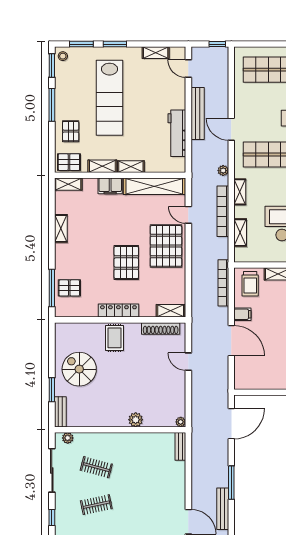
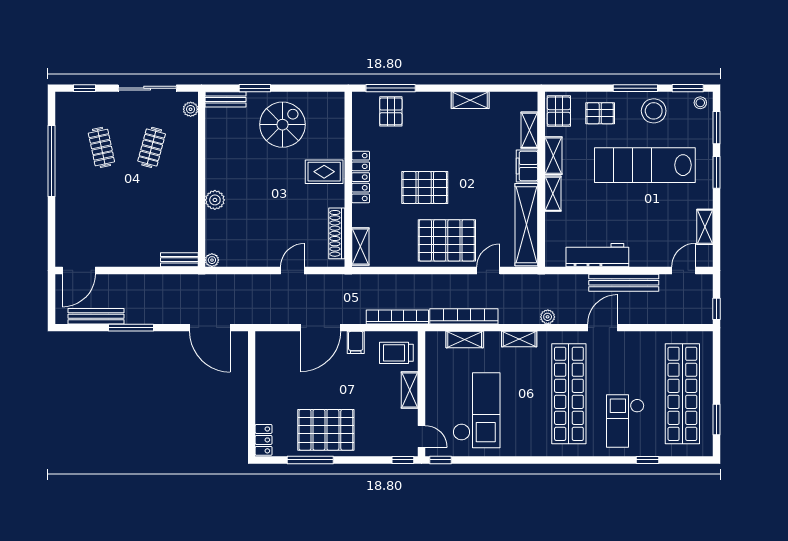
stool: (69, 91) -> (654, 111), added
shelving: (68, 184) -> (529, 130), moved
bookcase: (223, 211) -> (464, 316), moved

